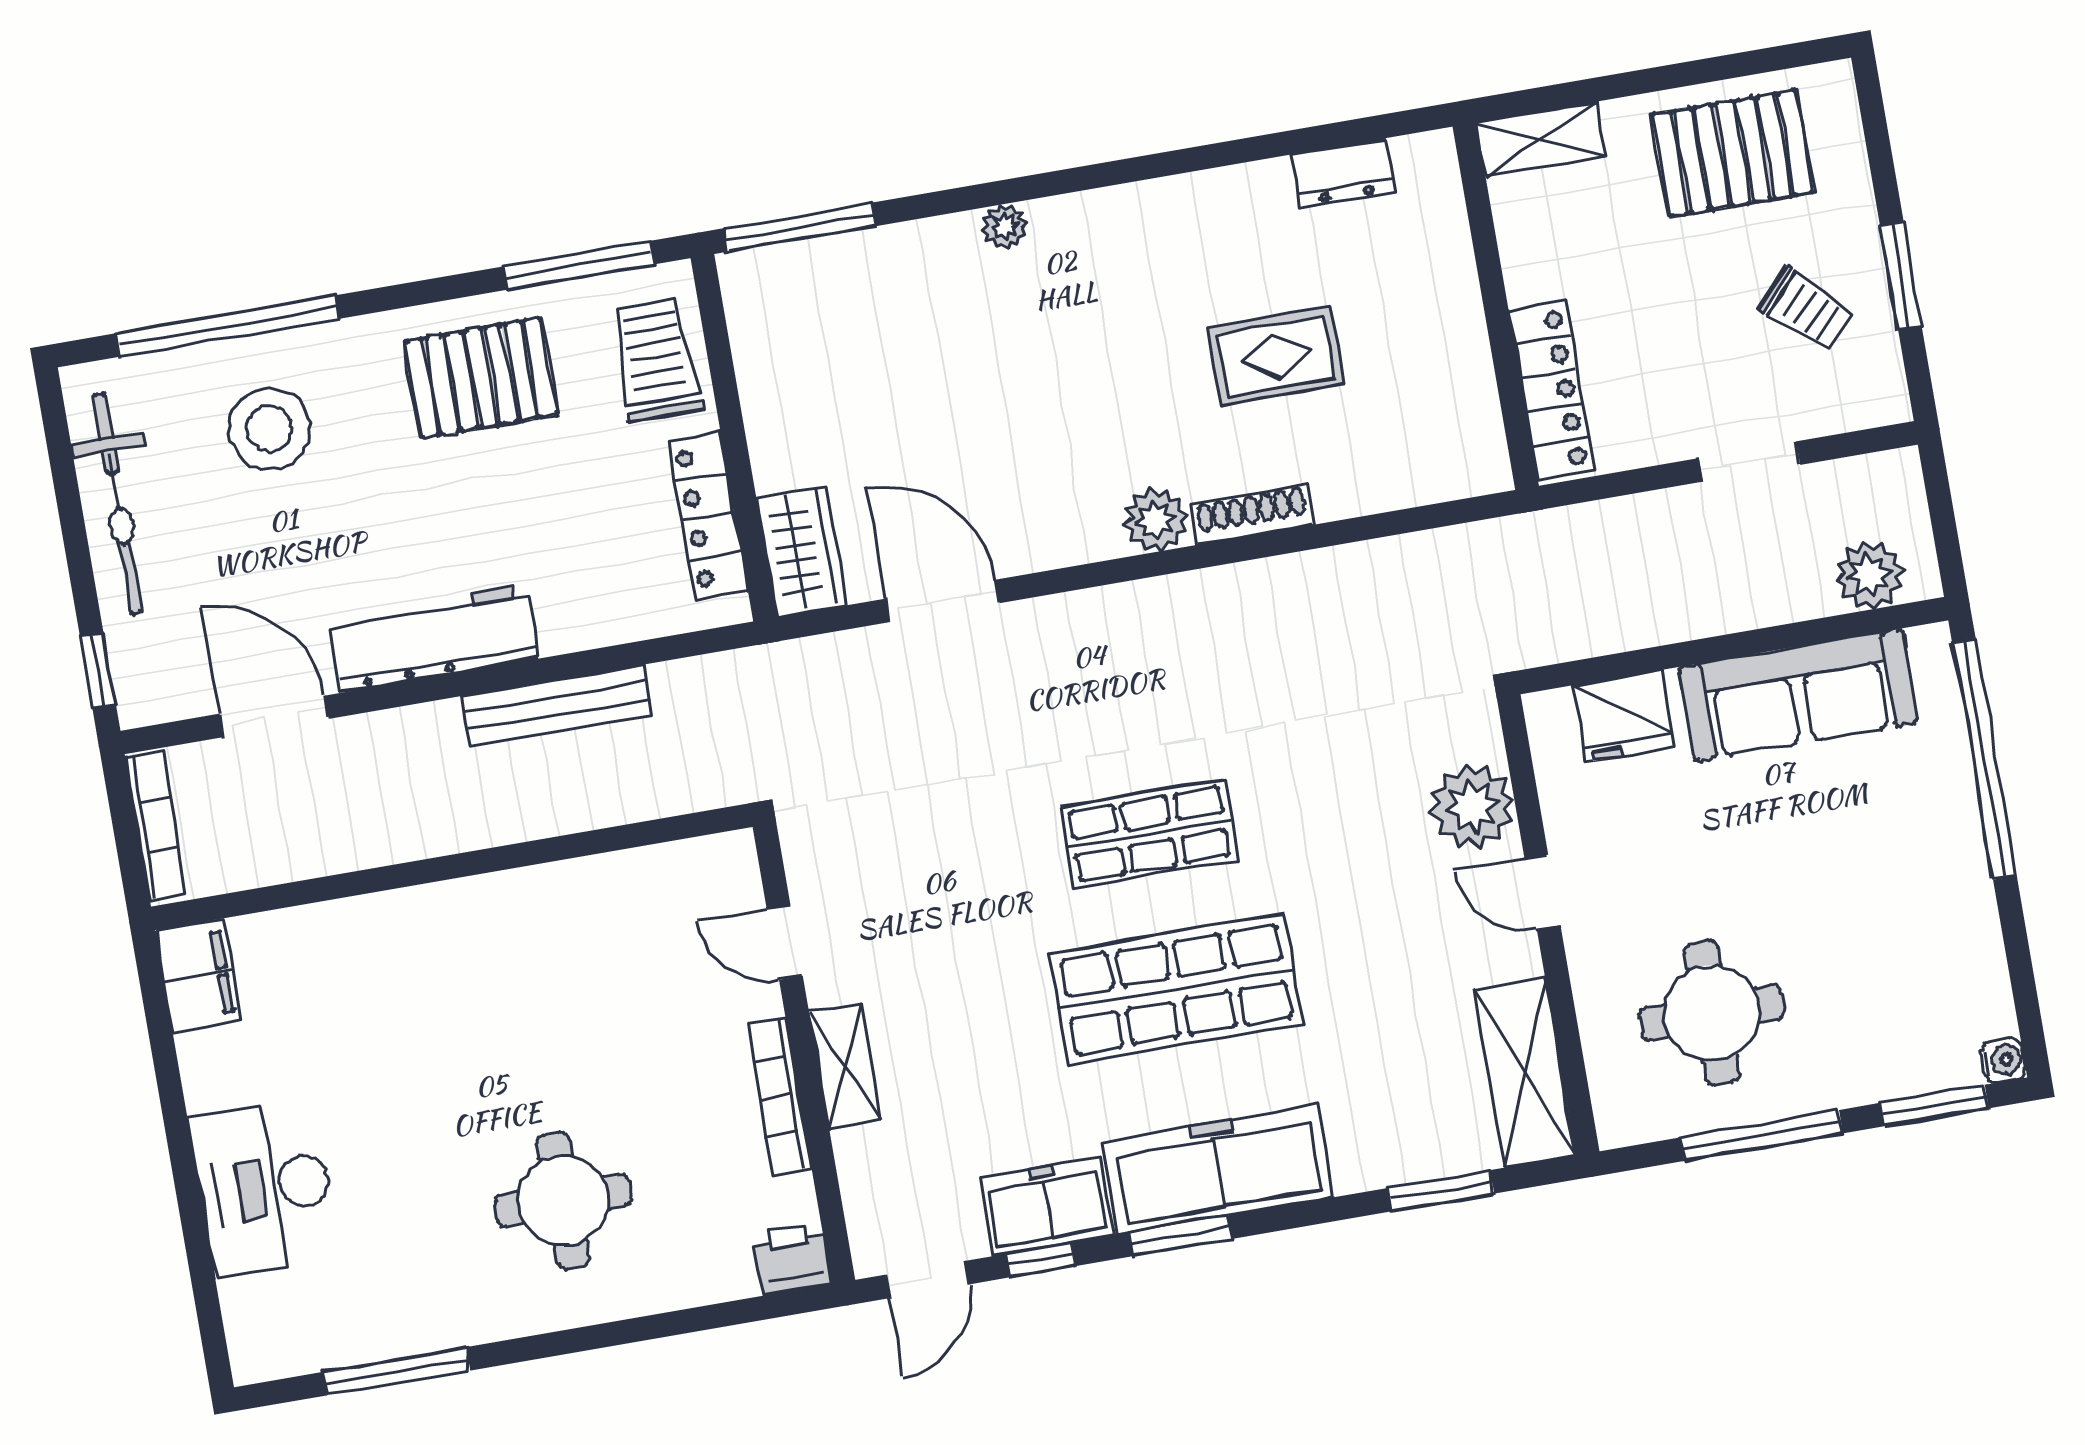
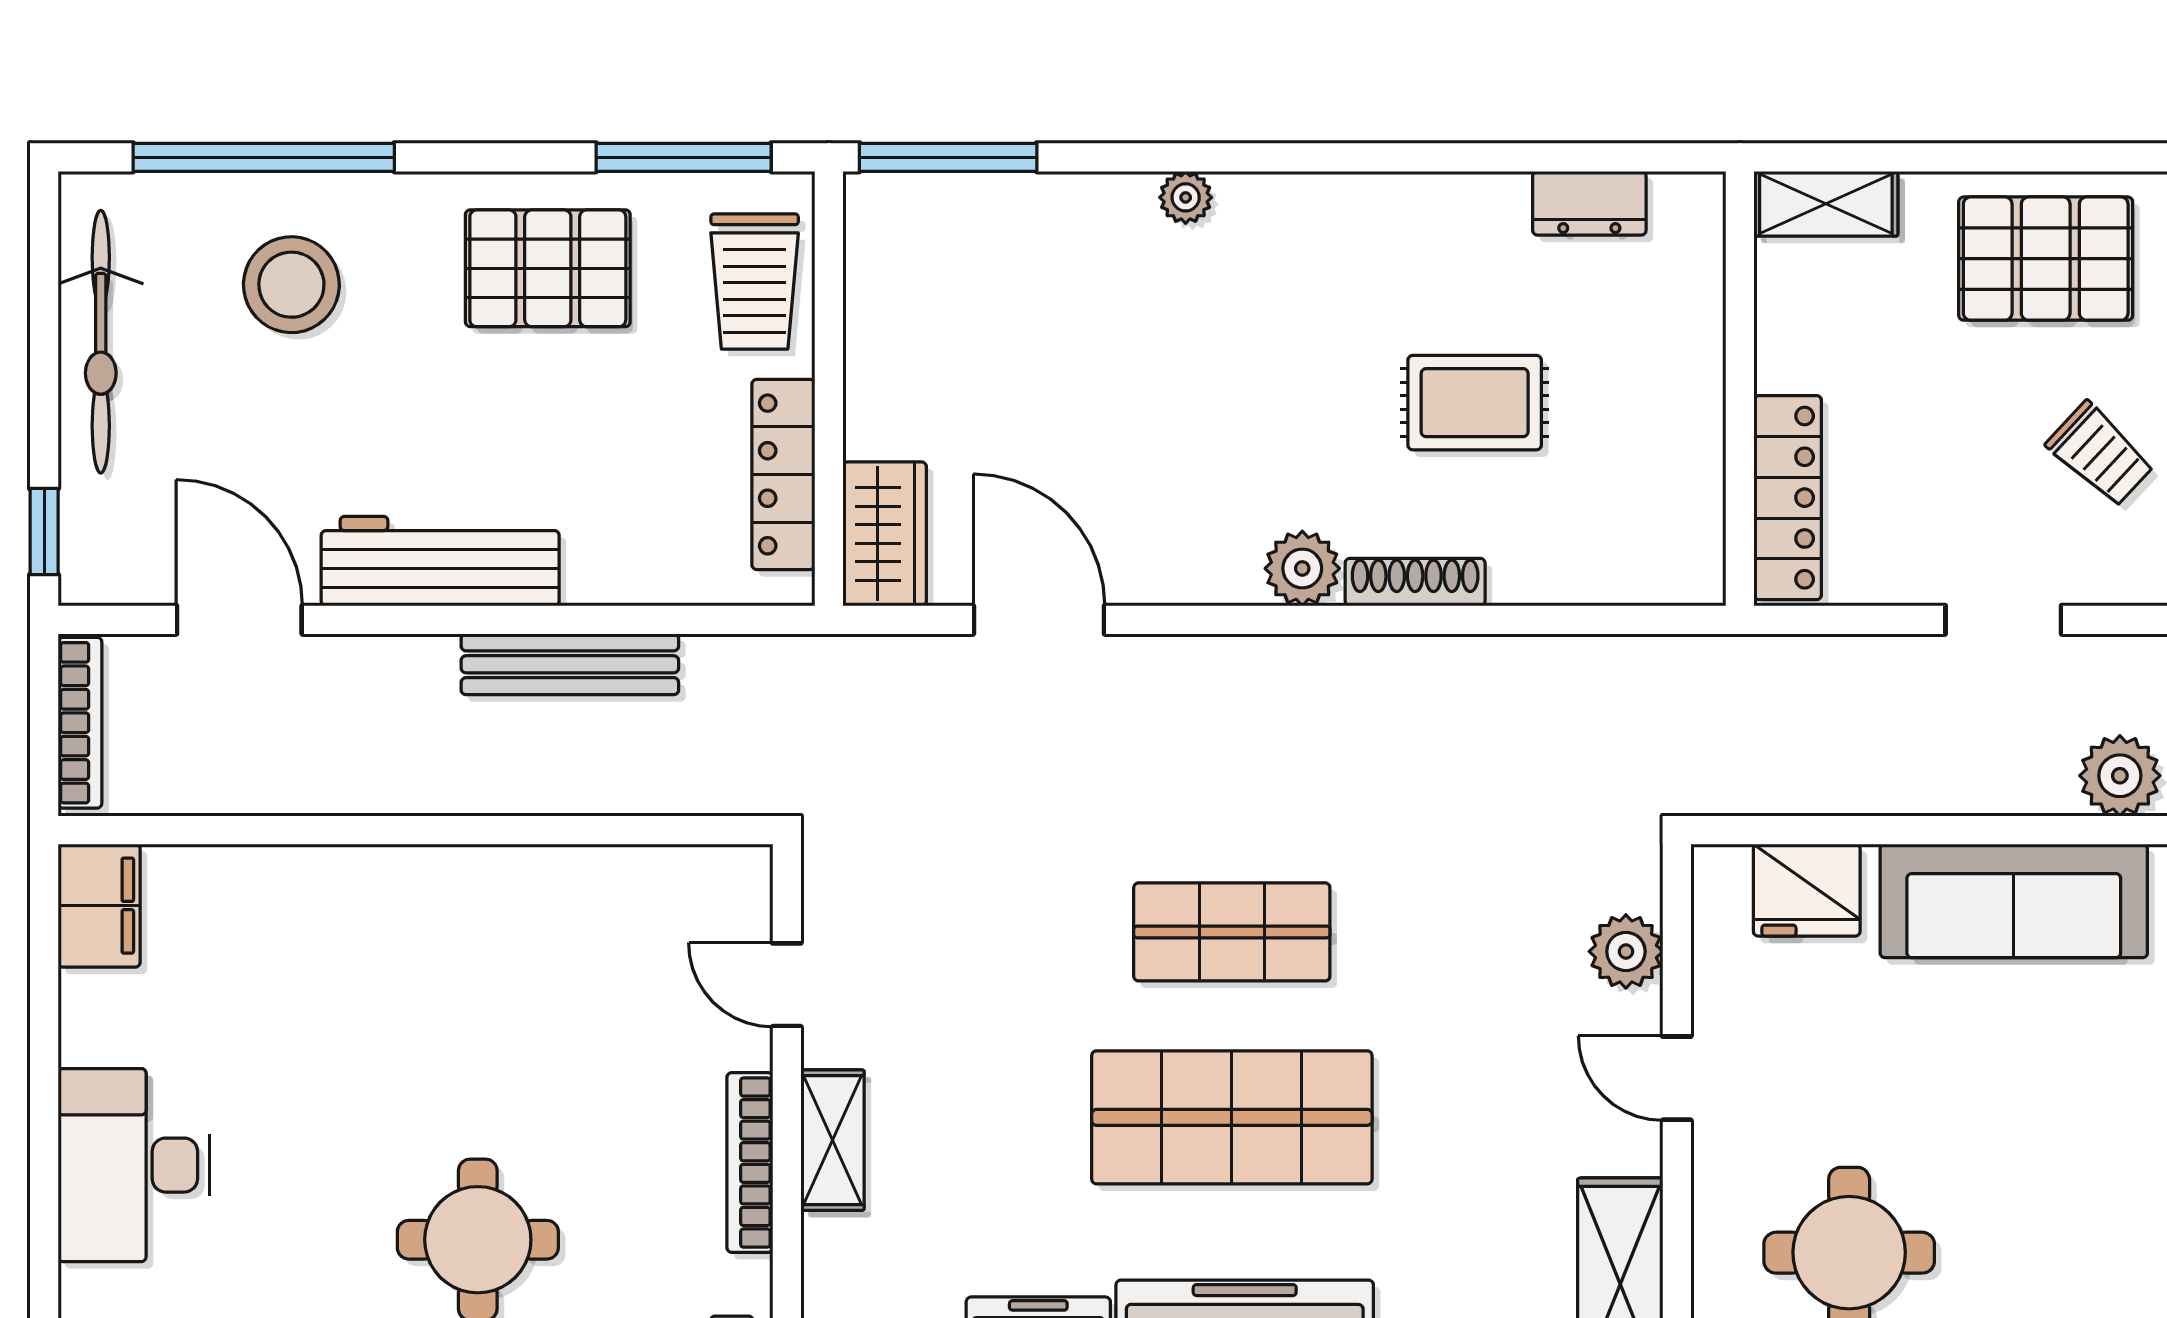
trolley: (656, 359) -> (755, 282), turned 180
plant: (1472, 807) -> (1626, 951), width x0.73, depth x0.73

